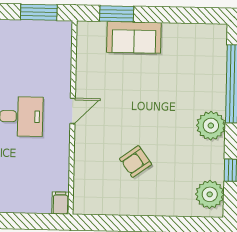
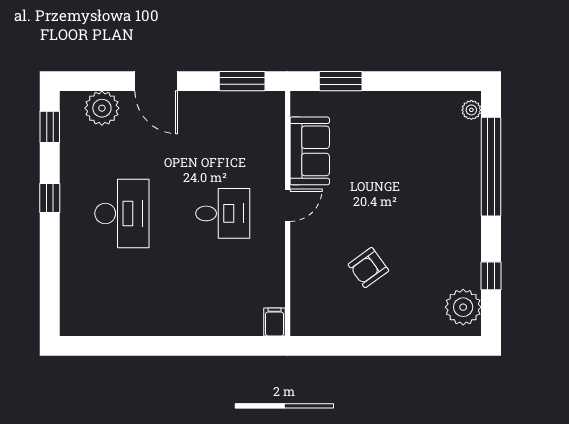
sofa: (134, 37) -> (310, 151), moved, turned -90
plant: (211, 126) -> (471, 110), moved, width x0.53, depth x0.53

